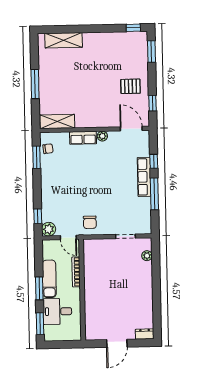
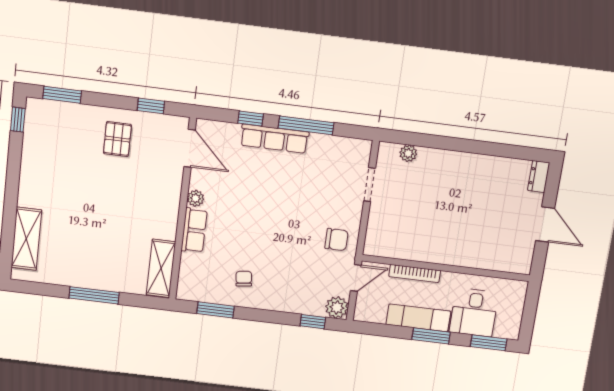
door: (131, 129) -> (190, 148), swing flipped
chair: (48, 149) -> (244, 279), moved

